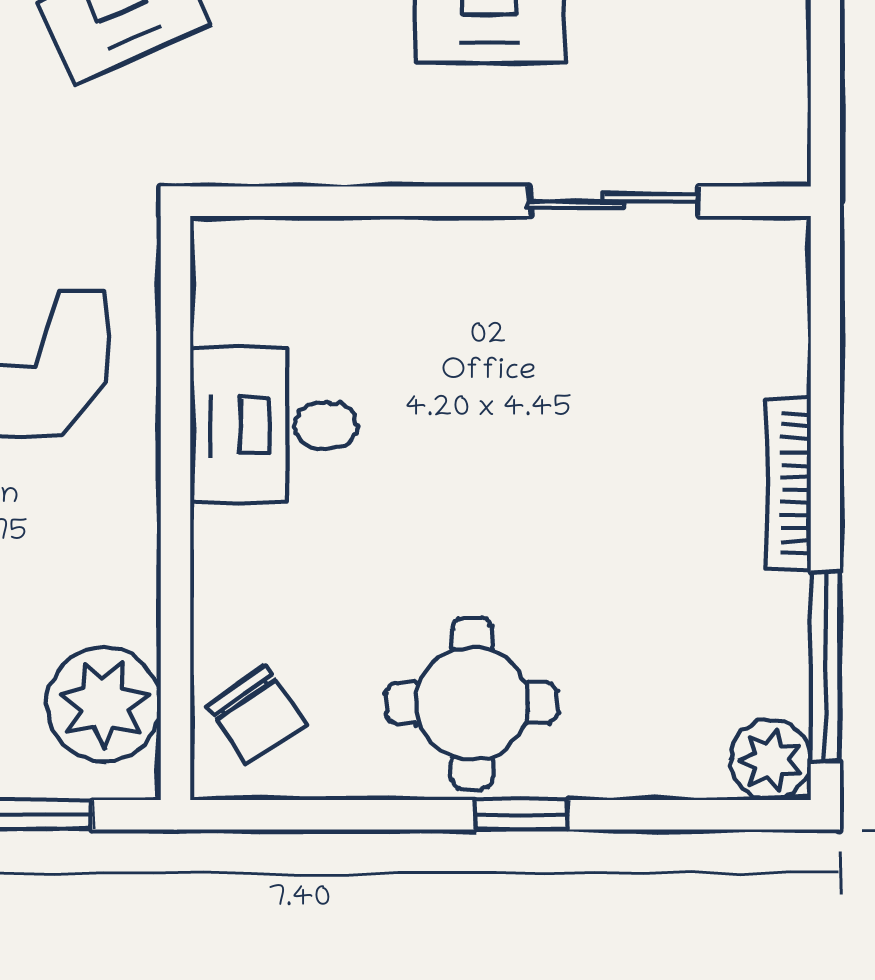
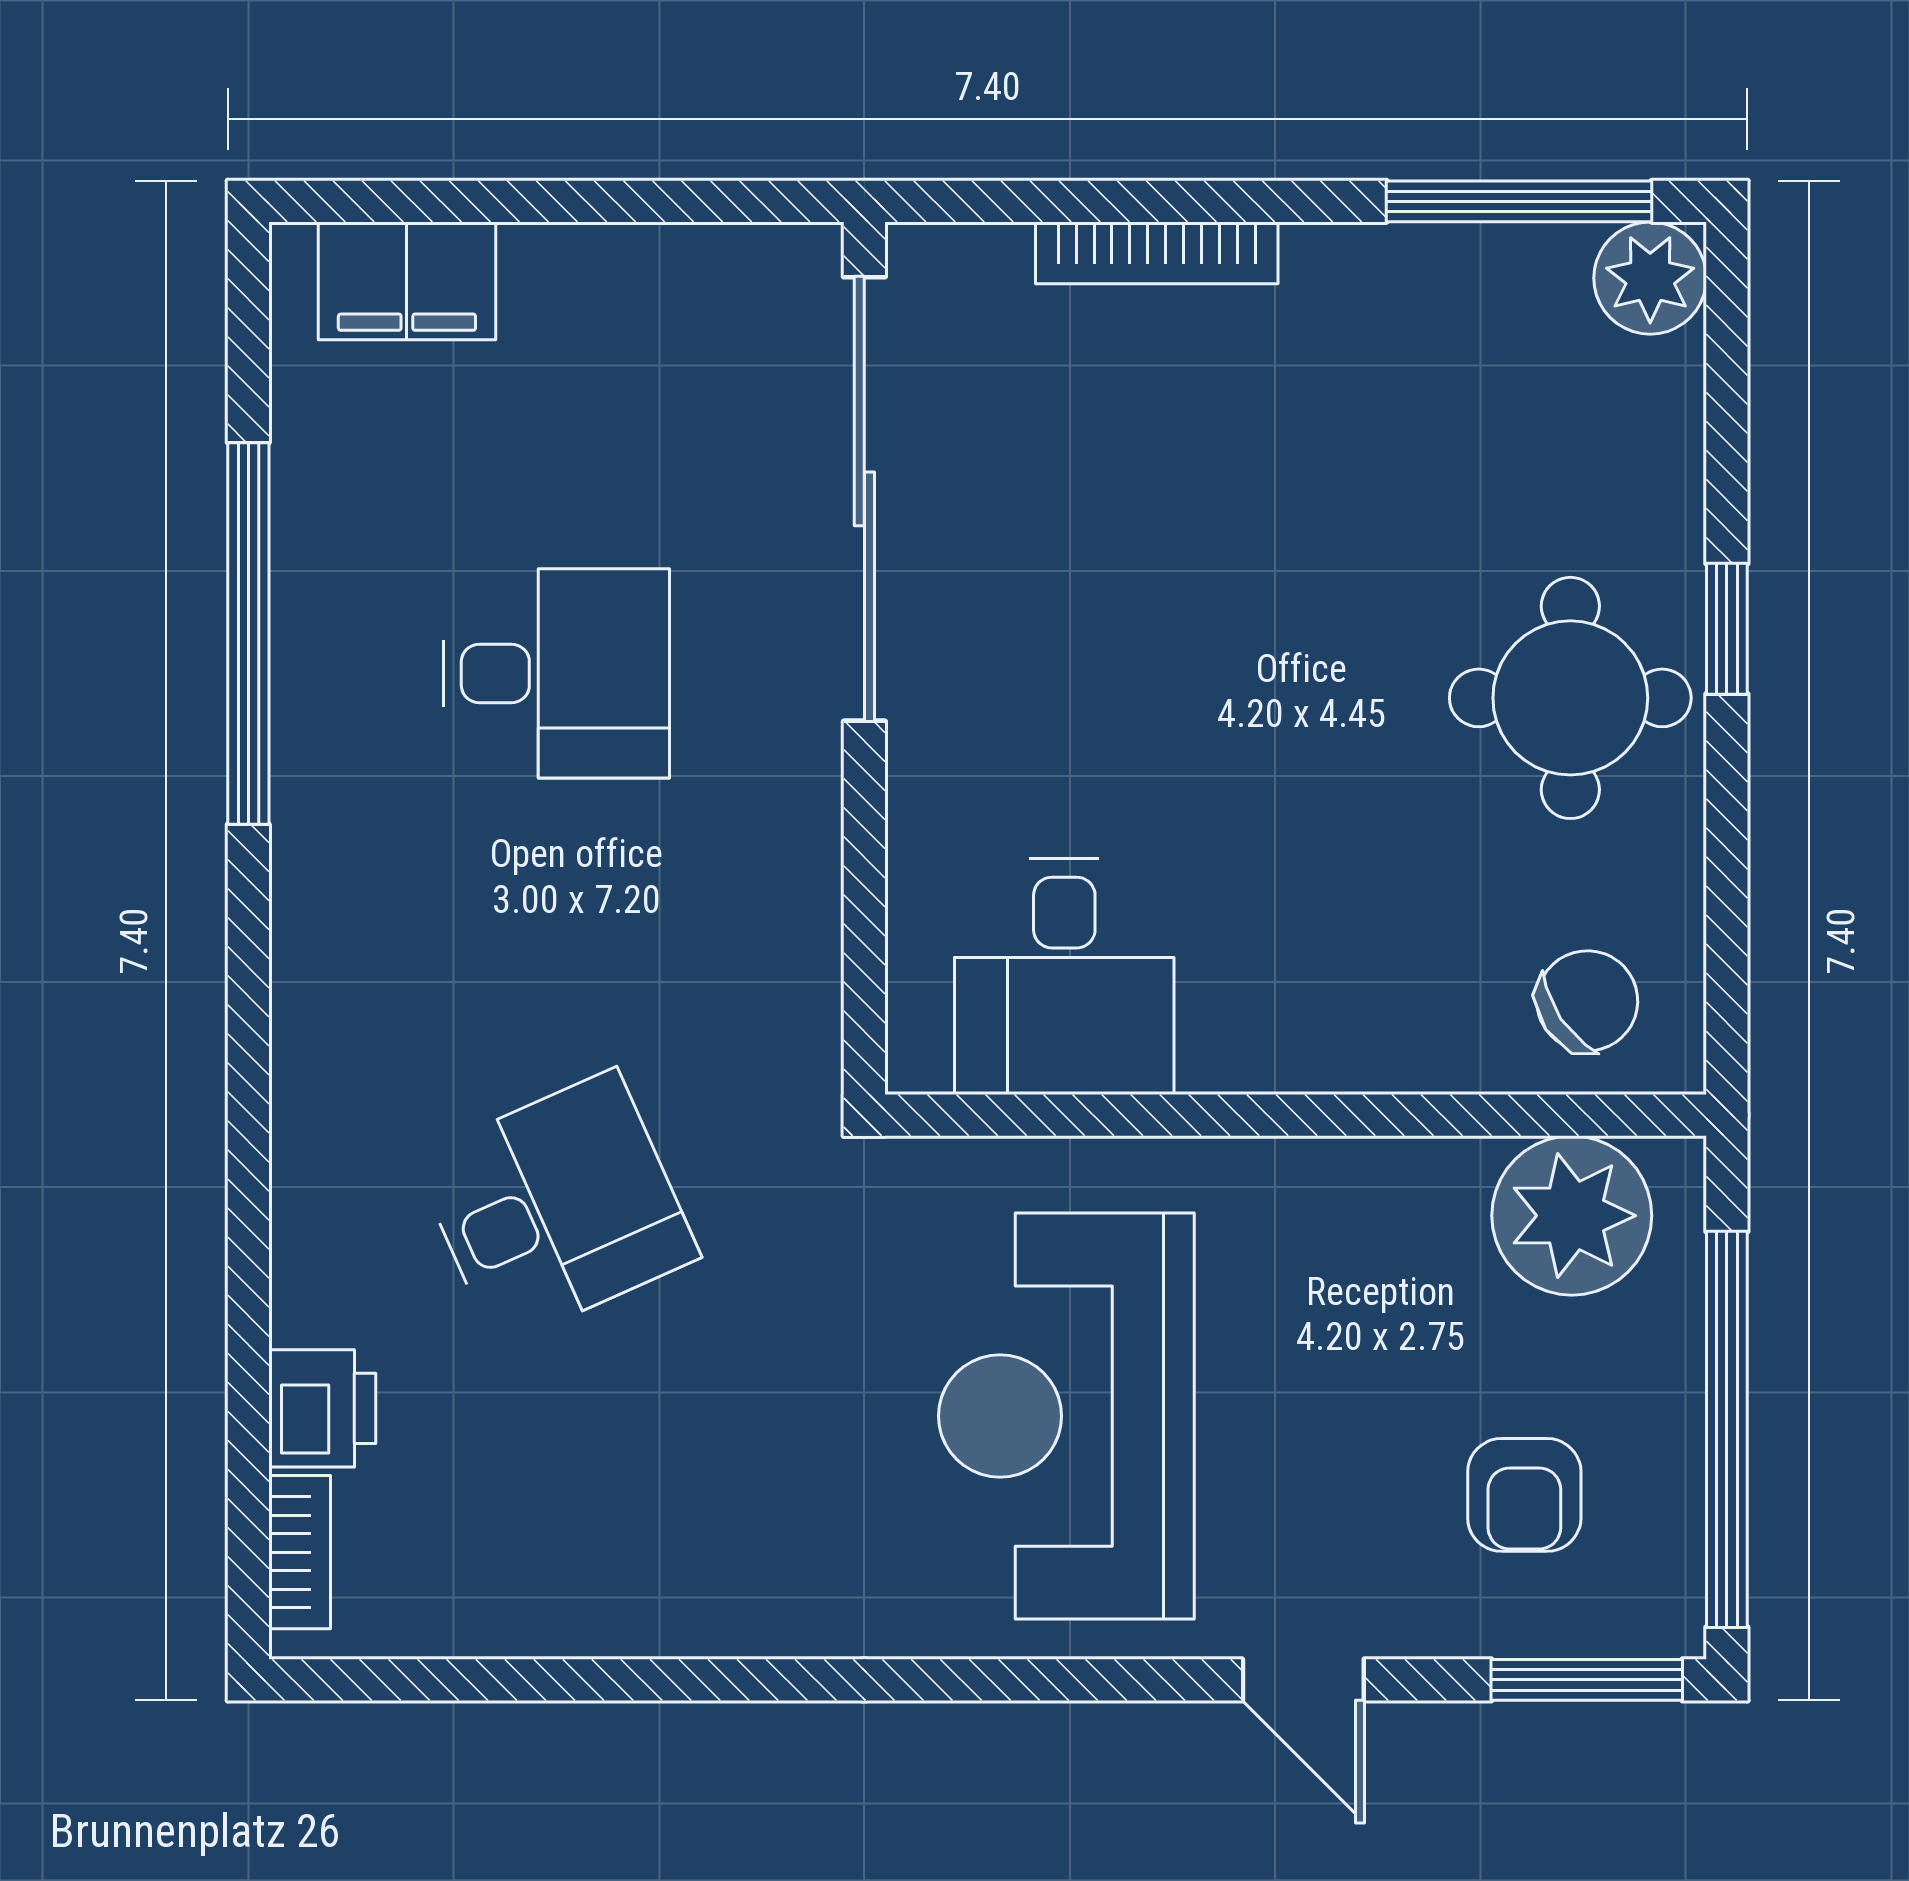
sliding door: (614, 201) -> (864, 499), width x1.86
desk: (274, 426) -> (1064, 976), moved
bookcase: (789, 484) -> (1157, 253), moved

